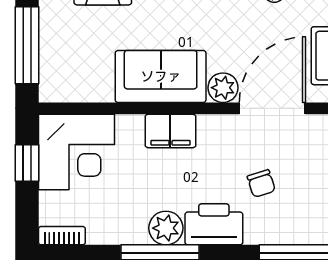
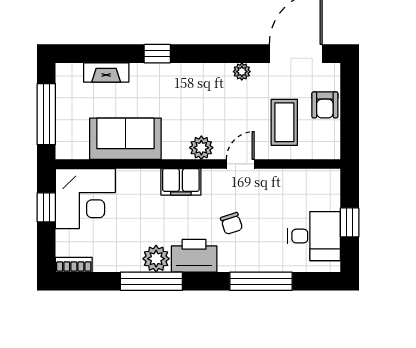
sofa: (161, 76) -> (125, 139), moved
door: (272, 108) -> (240, 164), width x0.53
filing cabinet: (170, 131) -> (181, 182), moved

